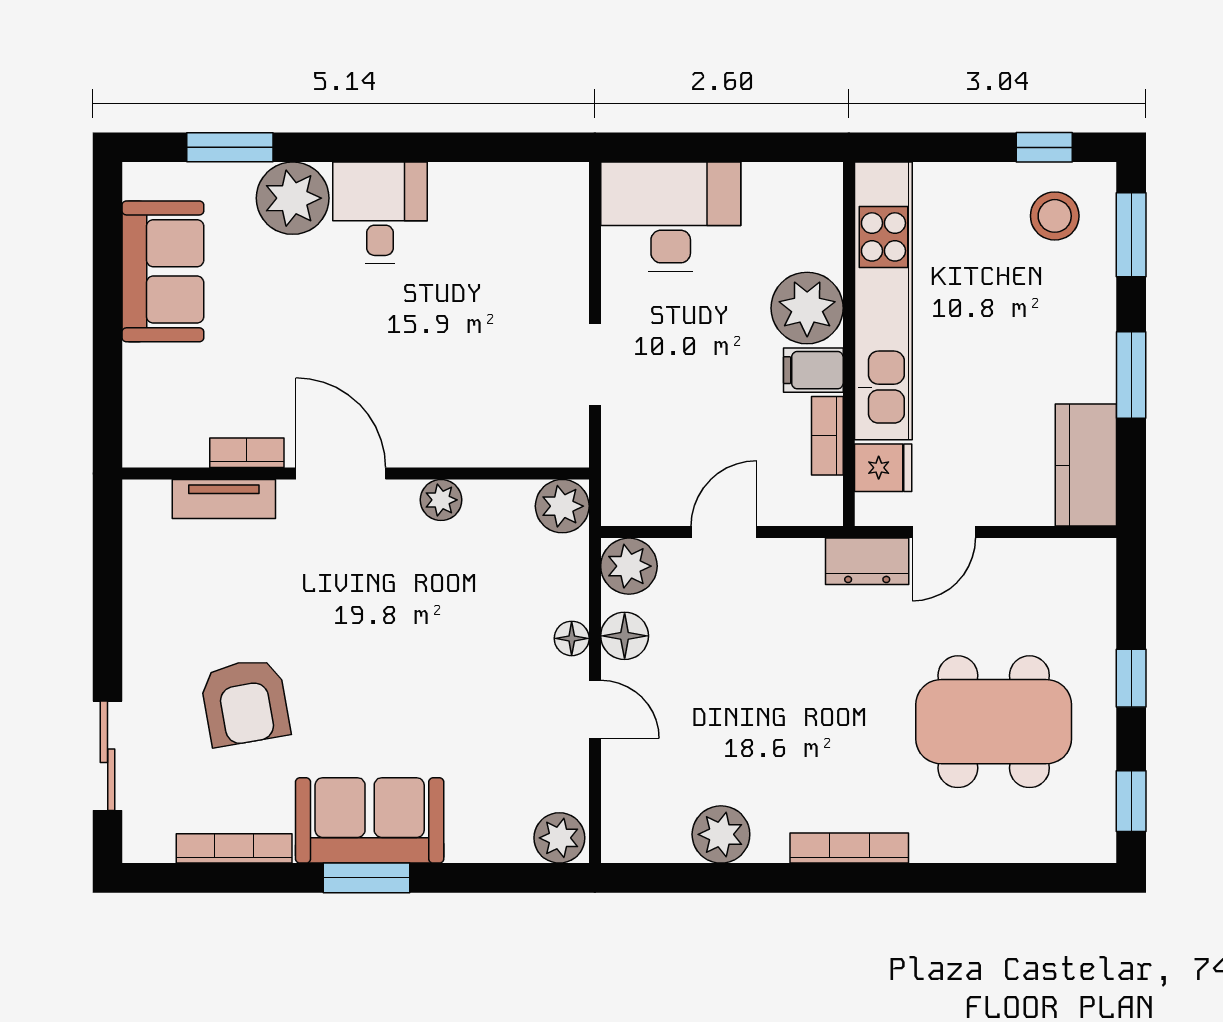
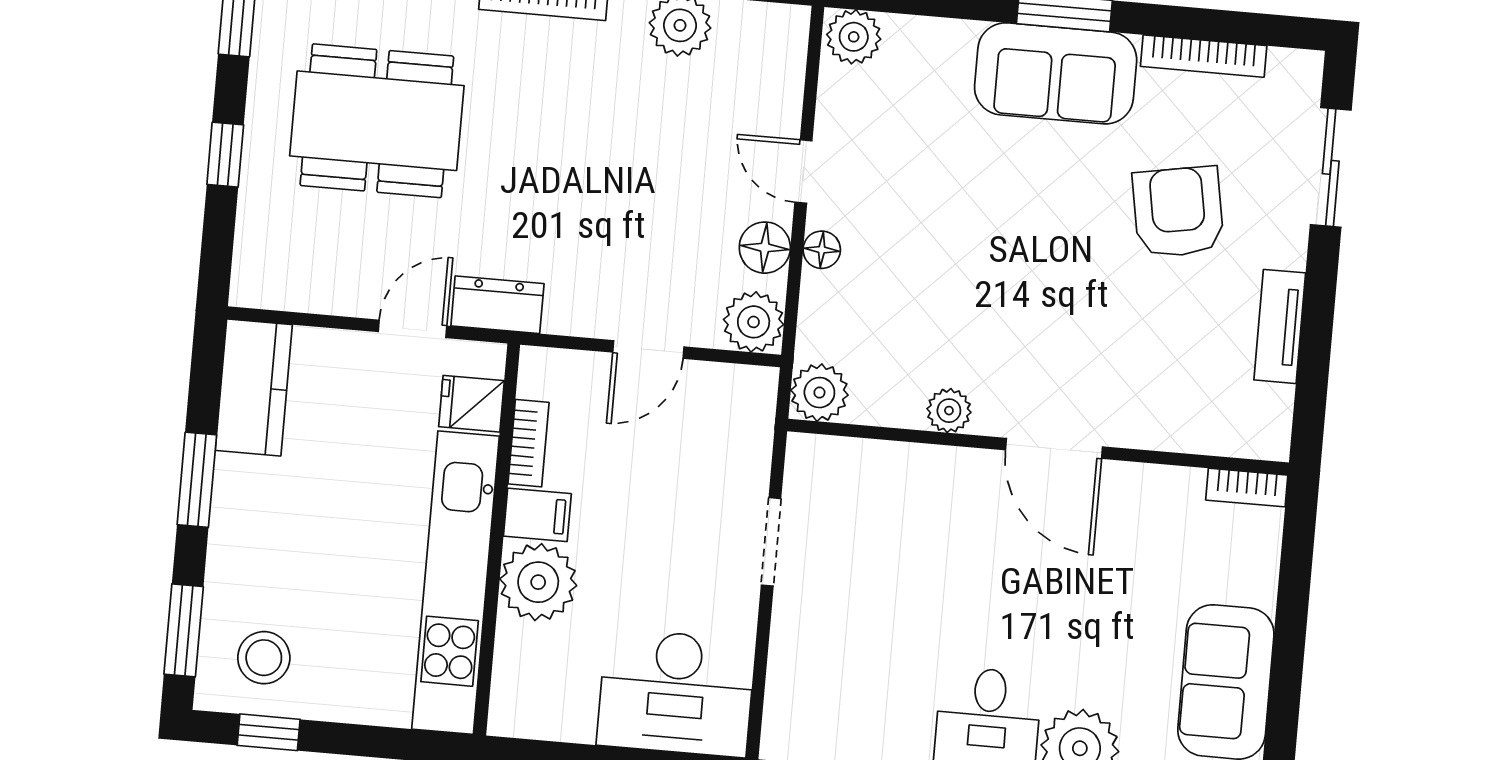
bookcase: (247, 453) -> (1247, 488), moved
tv unit: (224, 499) -> (1280, 326), moved, turned -90

